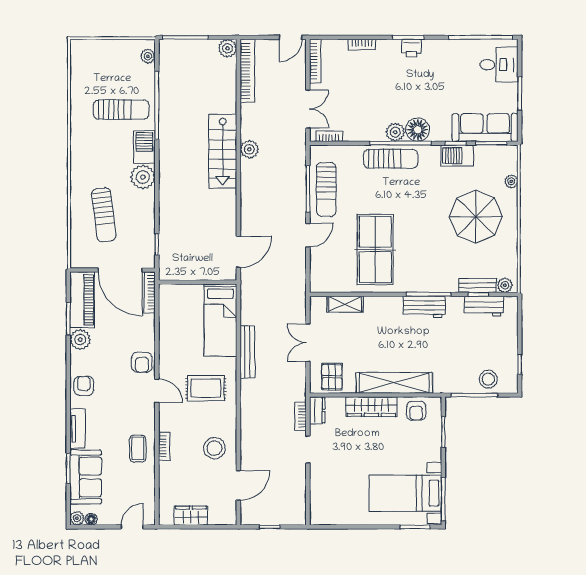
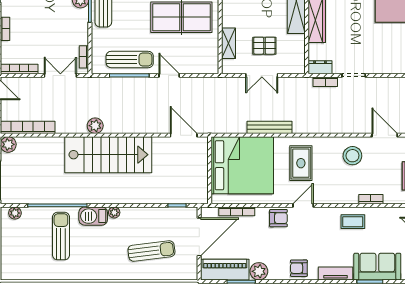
stairs: (223, 151) -> (108, 155), width x1.36, depth x1.51
plant: (143, 177) -> (114, 212), width x0.53, depth x0.53
bookcase: (150, 292) -> (237, 211), moved
bed: (220, 320) -> (242, 165), width x2.04
pallet: (332, 377) -> (264, 46), moved
bookcase: (164, 446) -> (371, 199), moved

